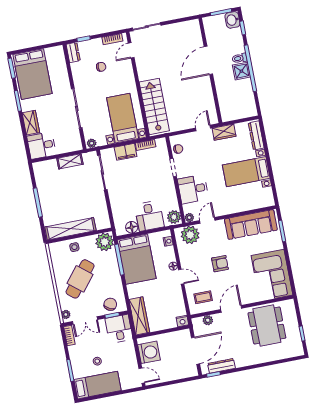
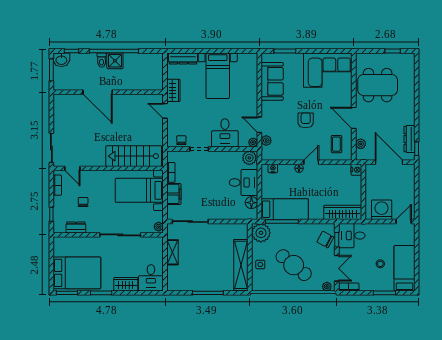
dresser: (73, 52) -> (76, 228), moved
sofa: (251, 224) -> (272, 81), width x0.73
plant: (190, 235) -> (266, 141), width x0.53, depth x0.53
bed: (137, 259) -> (285, 209), width x0.67

